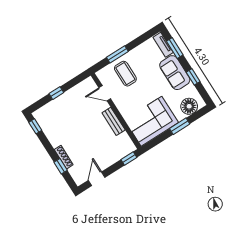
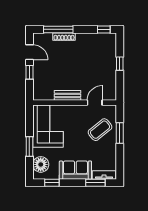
coffee table: (125, 74) -> (100, 130), turned -39
window: (193, 77) -> (52, 183), moved
window: (129, 158) -> (29, 72), moved
window: (61, 166) -> (58, 29), width x2.17

